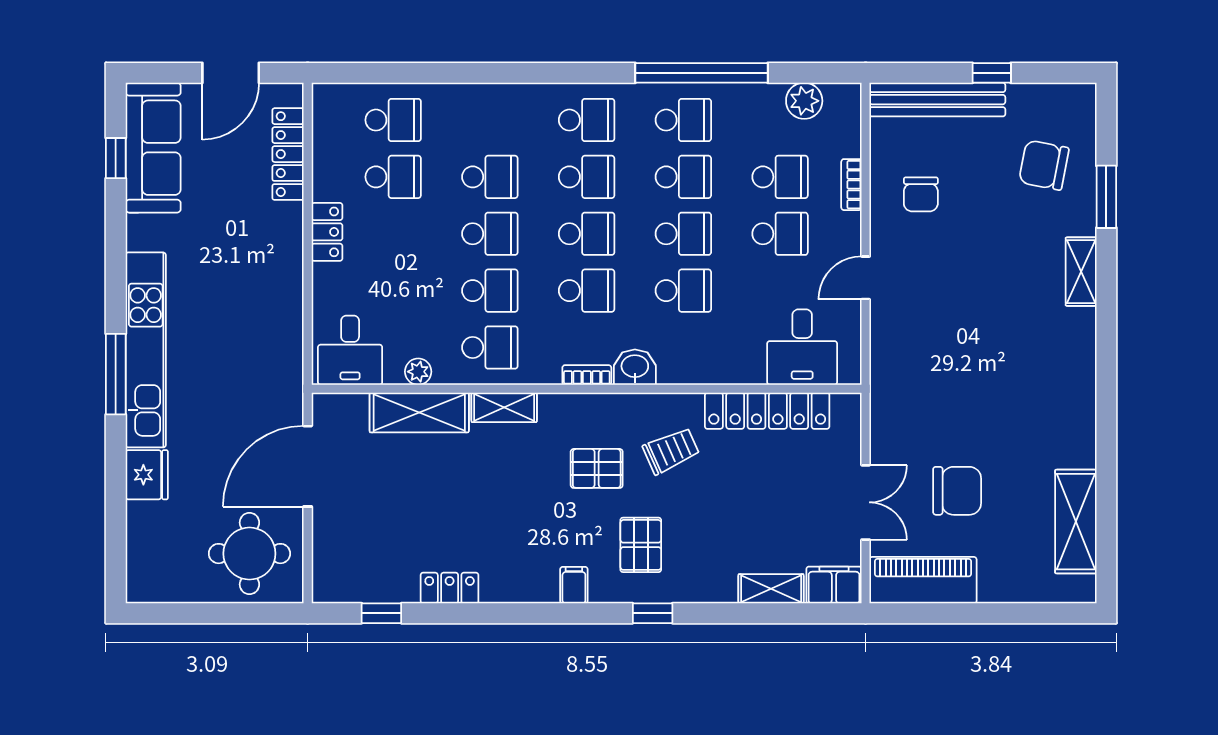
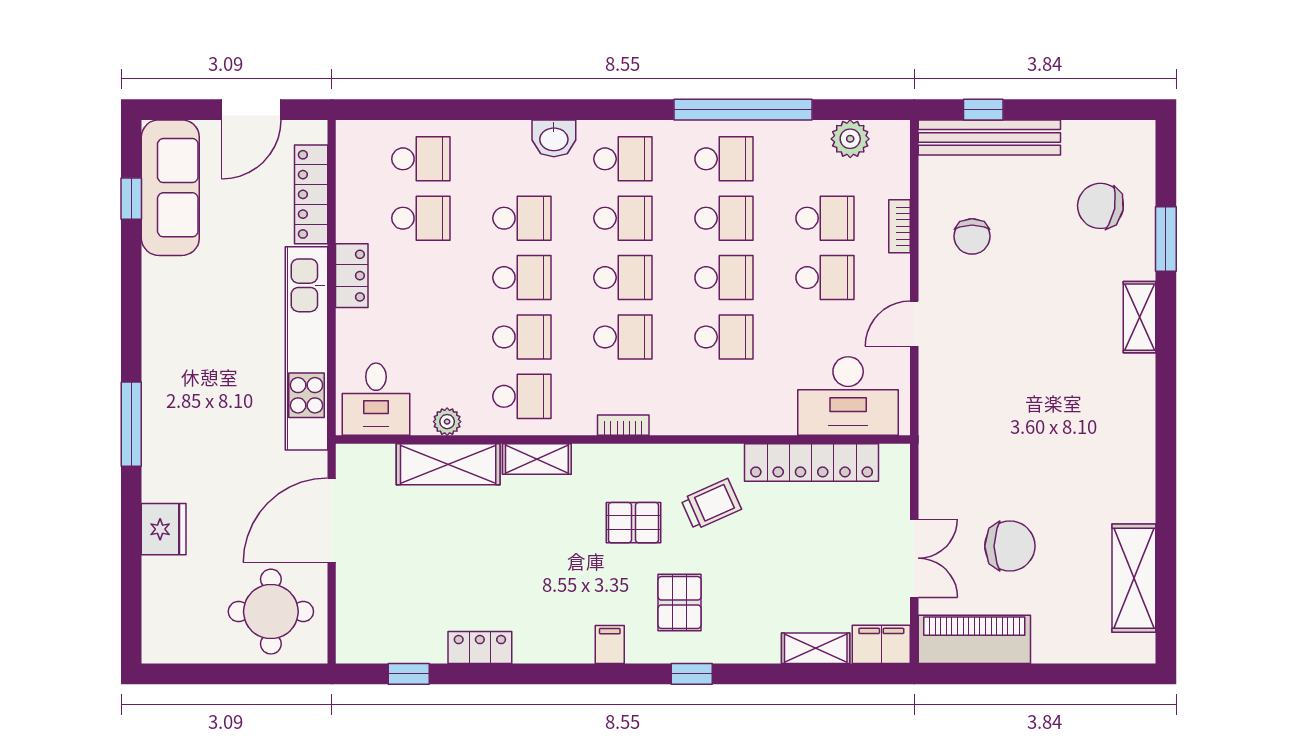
window: (992, 73) -> (983, 110), moved
desk: (802, 347) -> (848, 396), width x1.37
kitchen unit: (146, 350) -> (306, 348), moved, turned 180
washbasin: (635, 367) -> (554, 138), moved, turned 180

